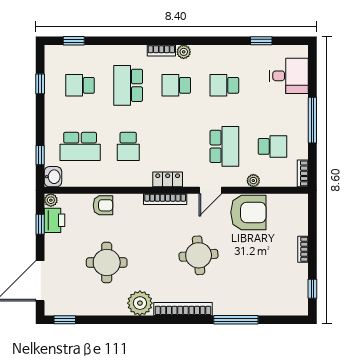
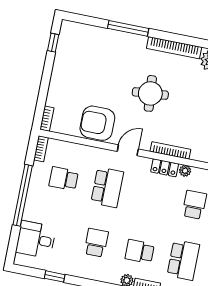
school desk: (176, 85) -> (140, 251), turned 180
school desk: (224, 85) -> (96, 243), turned -90
window: (312, 120) -> (23, 195), width x1.46
school desk: (224, 146) -> (107, 187), turned 180
plant: (253, 181) -> (185, 171), moved
bookcase: (303, 249) -> (47, 119), moved

